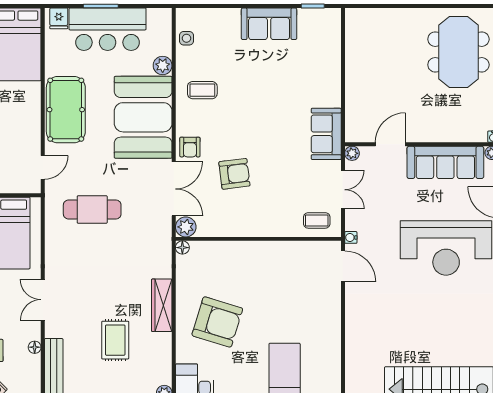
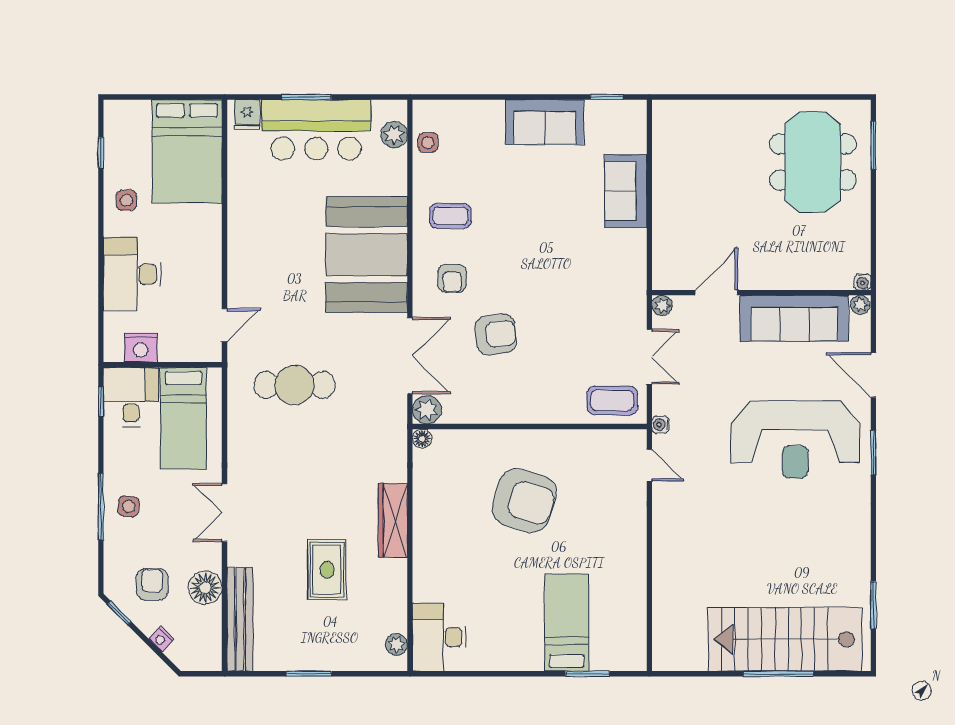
plant: (163, 65) -> (394, 135), moved
pool table: (66, 110) -> (257, 244), removed
sofa: (326, 134) -> (626, 191), moved
armchair: (190, 147) -> (452, 278), moved
coffee table: (317, 220) -> (612, 400), width x1.36, depth x1.30
door: (343, 266) -> (649, 465), width x0.73
armchair: (217, 322) -> (524, 501), moved
floor lamp: (35, 347) -> (205, 588), width x1.89, depth x1.89

